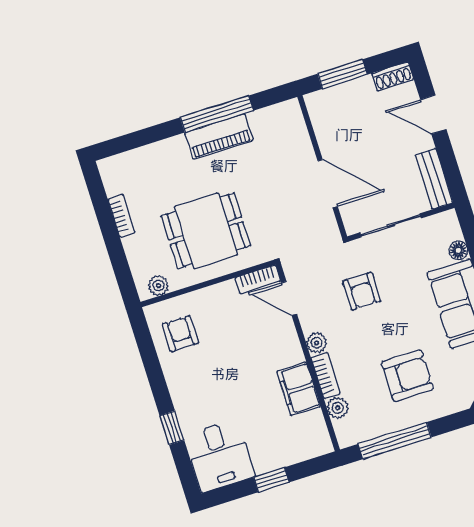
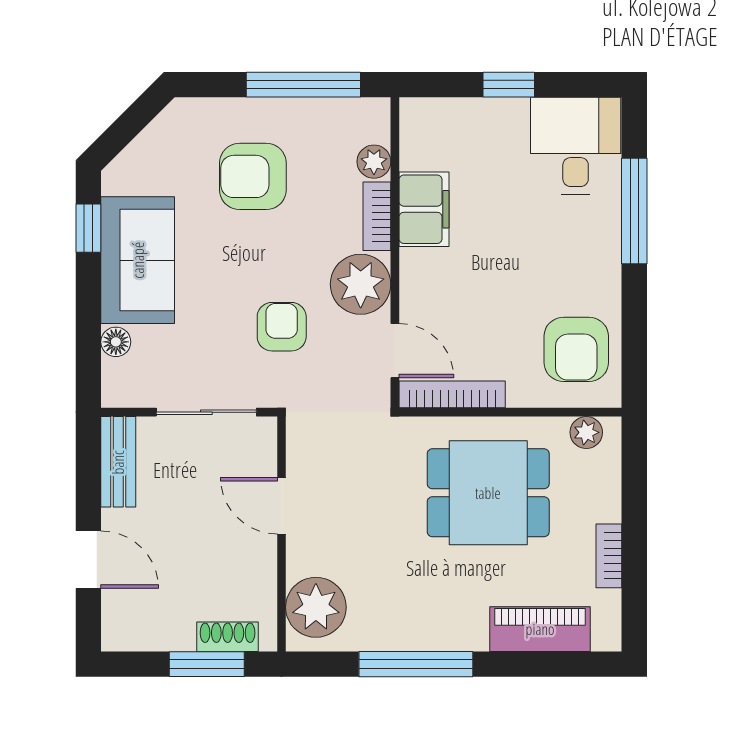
shoe rack: (393, 76) -> (228, 637), moved
plant: (288, 129) -> (316, 607), added
piano: (219, 137) -> (540, 629), moved
door: (328, 184) -> (282, 506), width x0.73
bookcase: (258, 279) -> (452, 394), width x1.56
armchair: (180, 334) -> (576, 349), width x1.38, depth x1.38
plant: (317, 343) -> (361, 284), width x1.88, depth x1.88
window: (172, 428) -> (634, 211), width x2.17

